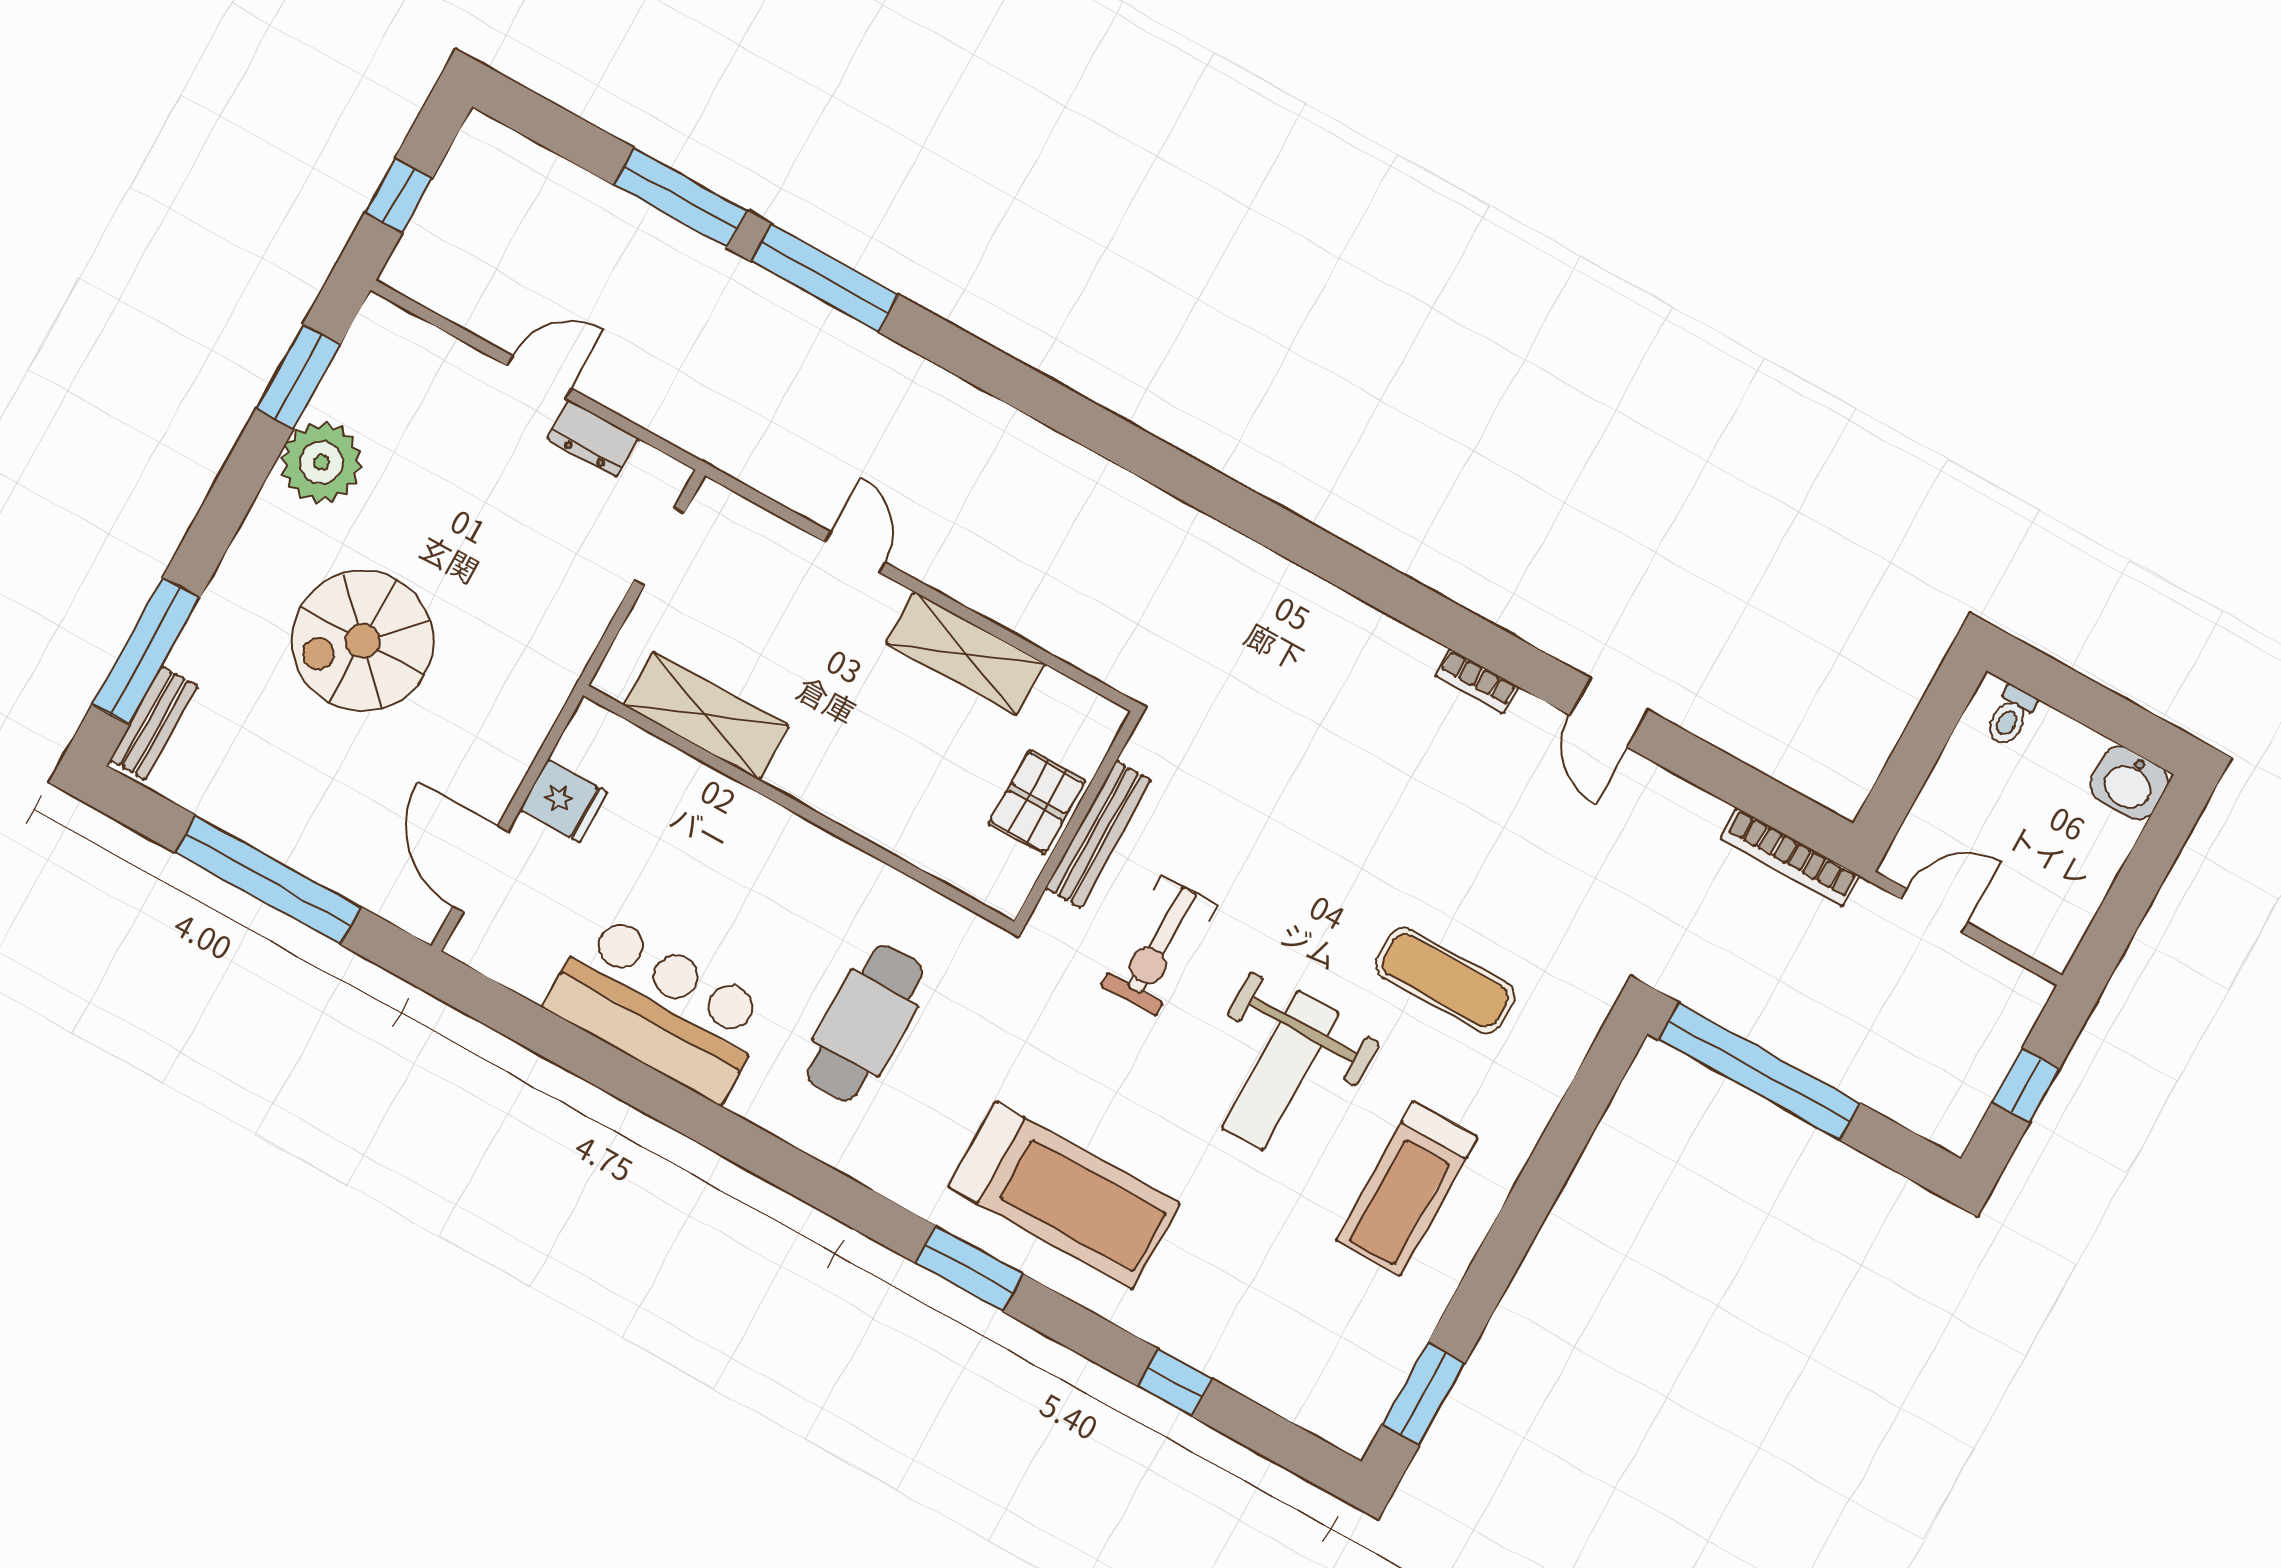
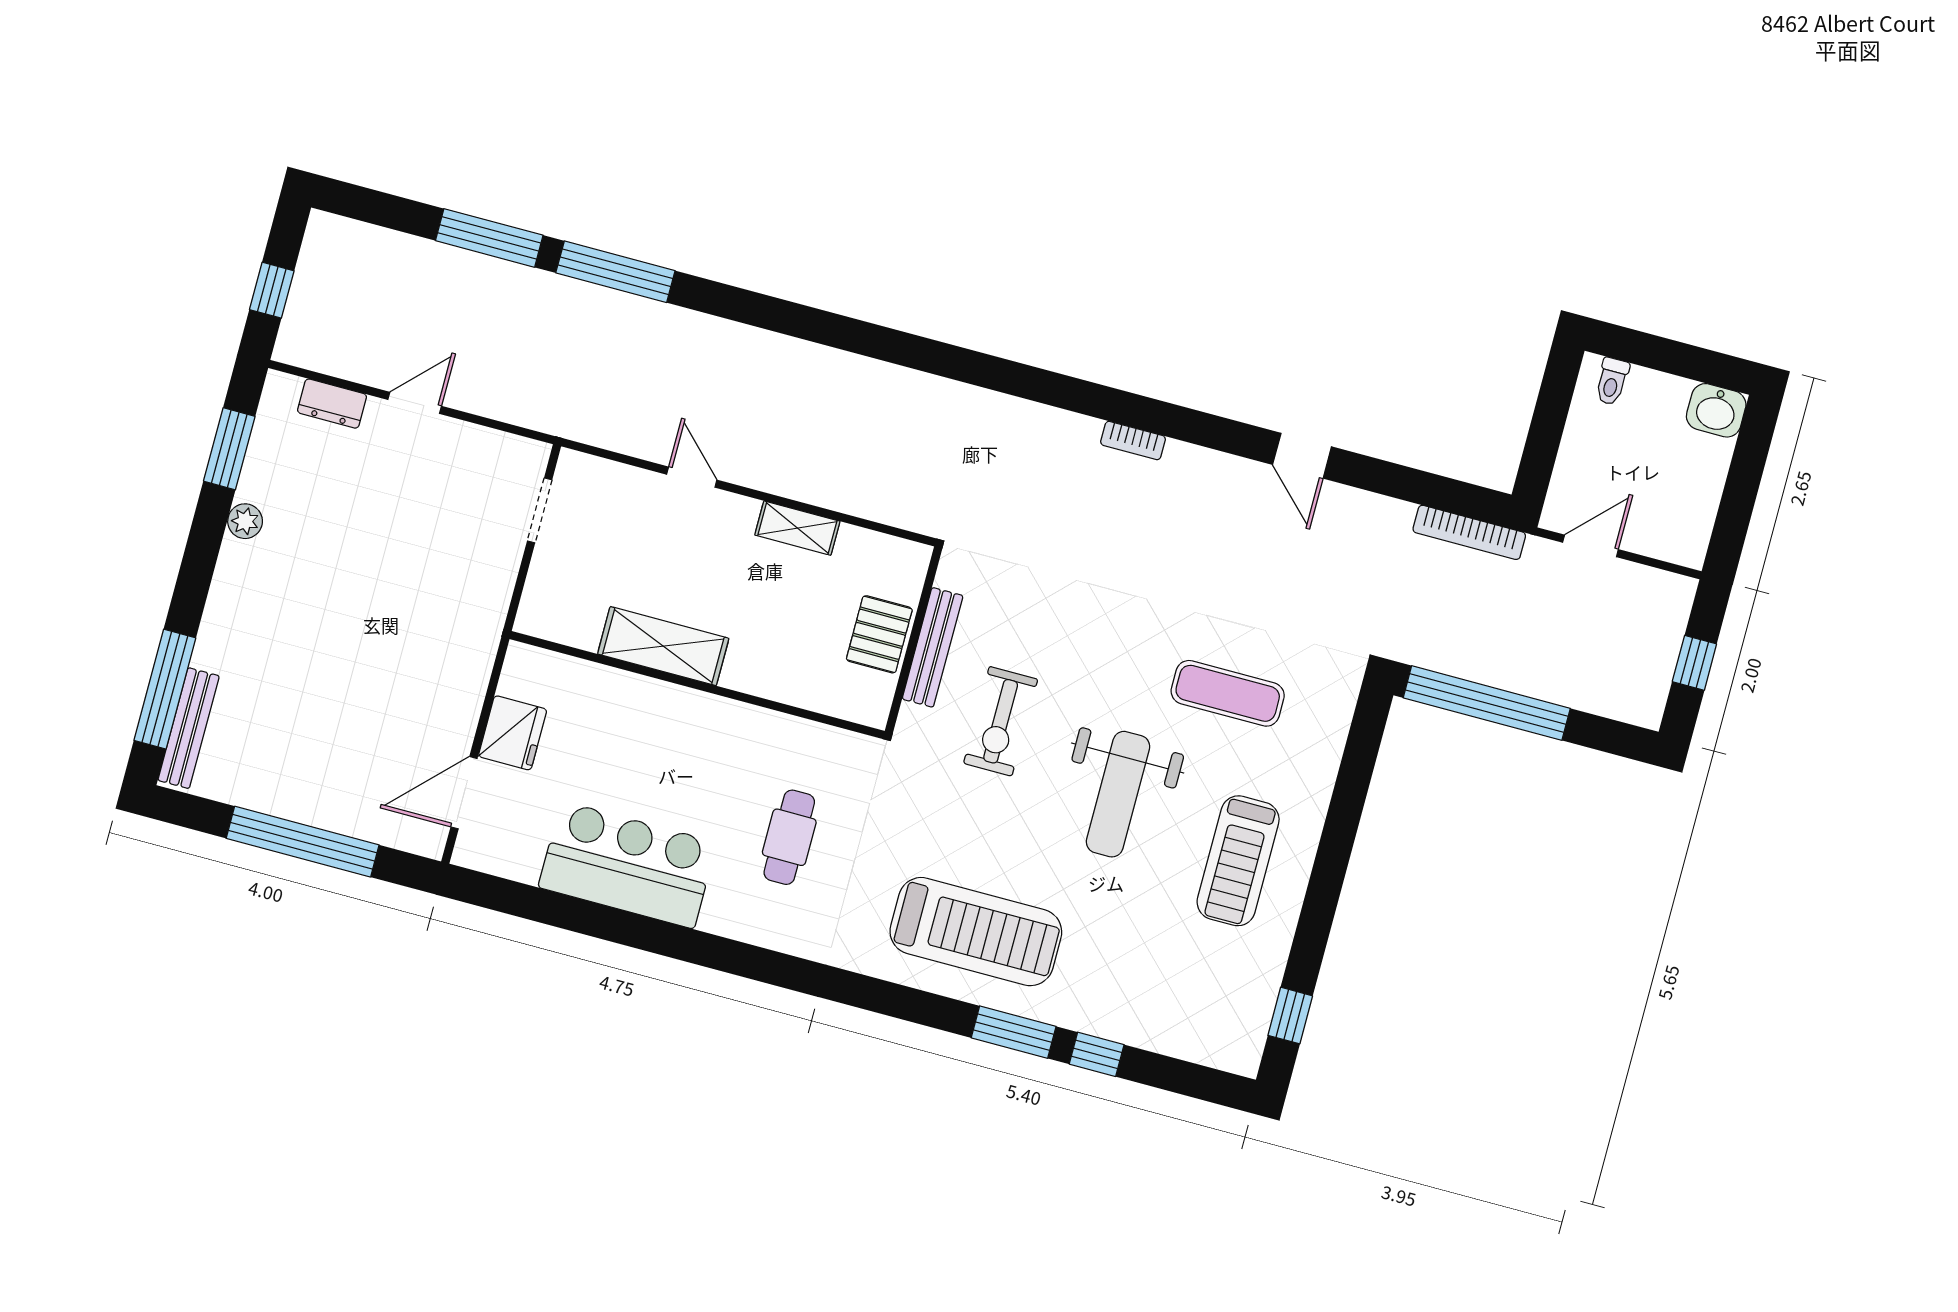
dresser: (593, 439) -> (332, 404), moved
plant: (321, 463) -> (245, 521), width x0.53, depth x0.53
spiral stairs: (363, 641) -> (330, 640), removed
shelving: (965, 654) -> (797, 528), width x0.67, depth x0.75
bookcase: (1477, 681) -> (1133, 440), moved
shelving: (706, 716) -> (663, 646), moved
bench: (154, 723) -> (189, 728), width x1.36
fridge: (564, 801) -> (513, 733), width x1.38
door: (480, 869) -> (464, 793), hinge flipped
cafe table: (865, 1023) -> (789, 837), width x0.73, depth x0.74
window: (969, 1269) -> (1014, 1032), moved
window: (1423, 1394) -> (1290, 1016), width x0.67

